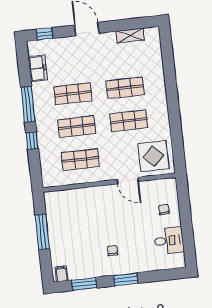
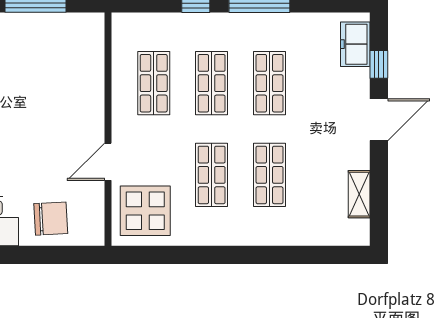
window: (45, 34) -> (379, 64), moved
freezer: (38, 68) -> (355, 44), moved, turned 90
chair: (164, 209) -> (51, 219), width x1.87, depth x1.87

